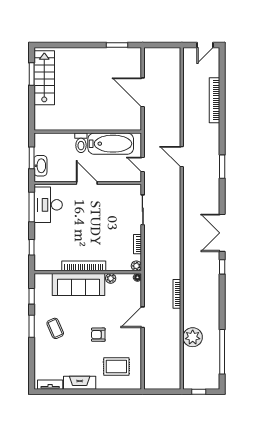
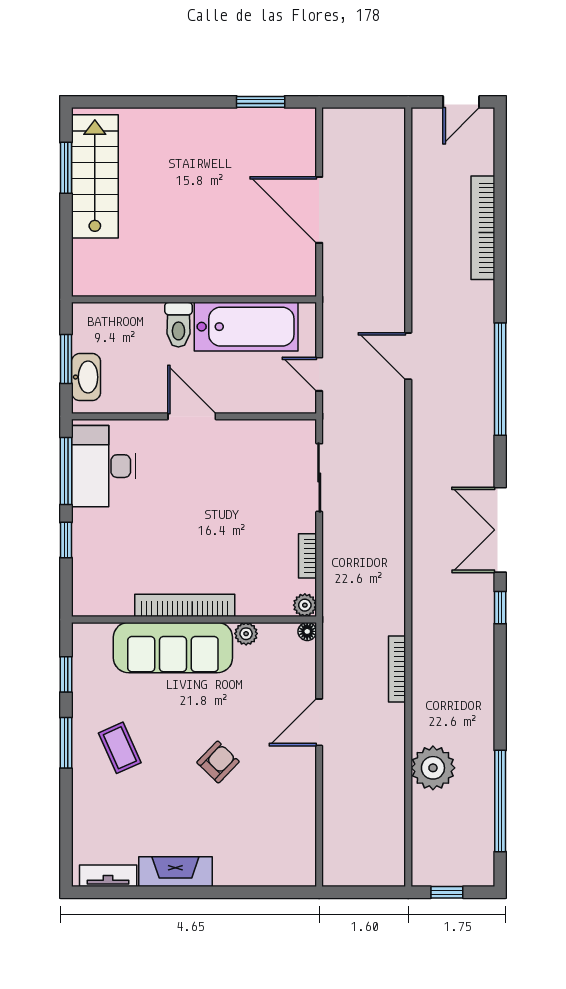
window: (222, 167) -> (500, 379), width x2.11
window: (32, 247) -> (66, 540), moved
armchair: (98, 335) -> (218, 762), turned 134
rug: (116, 367) -> (259, 835), removed

